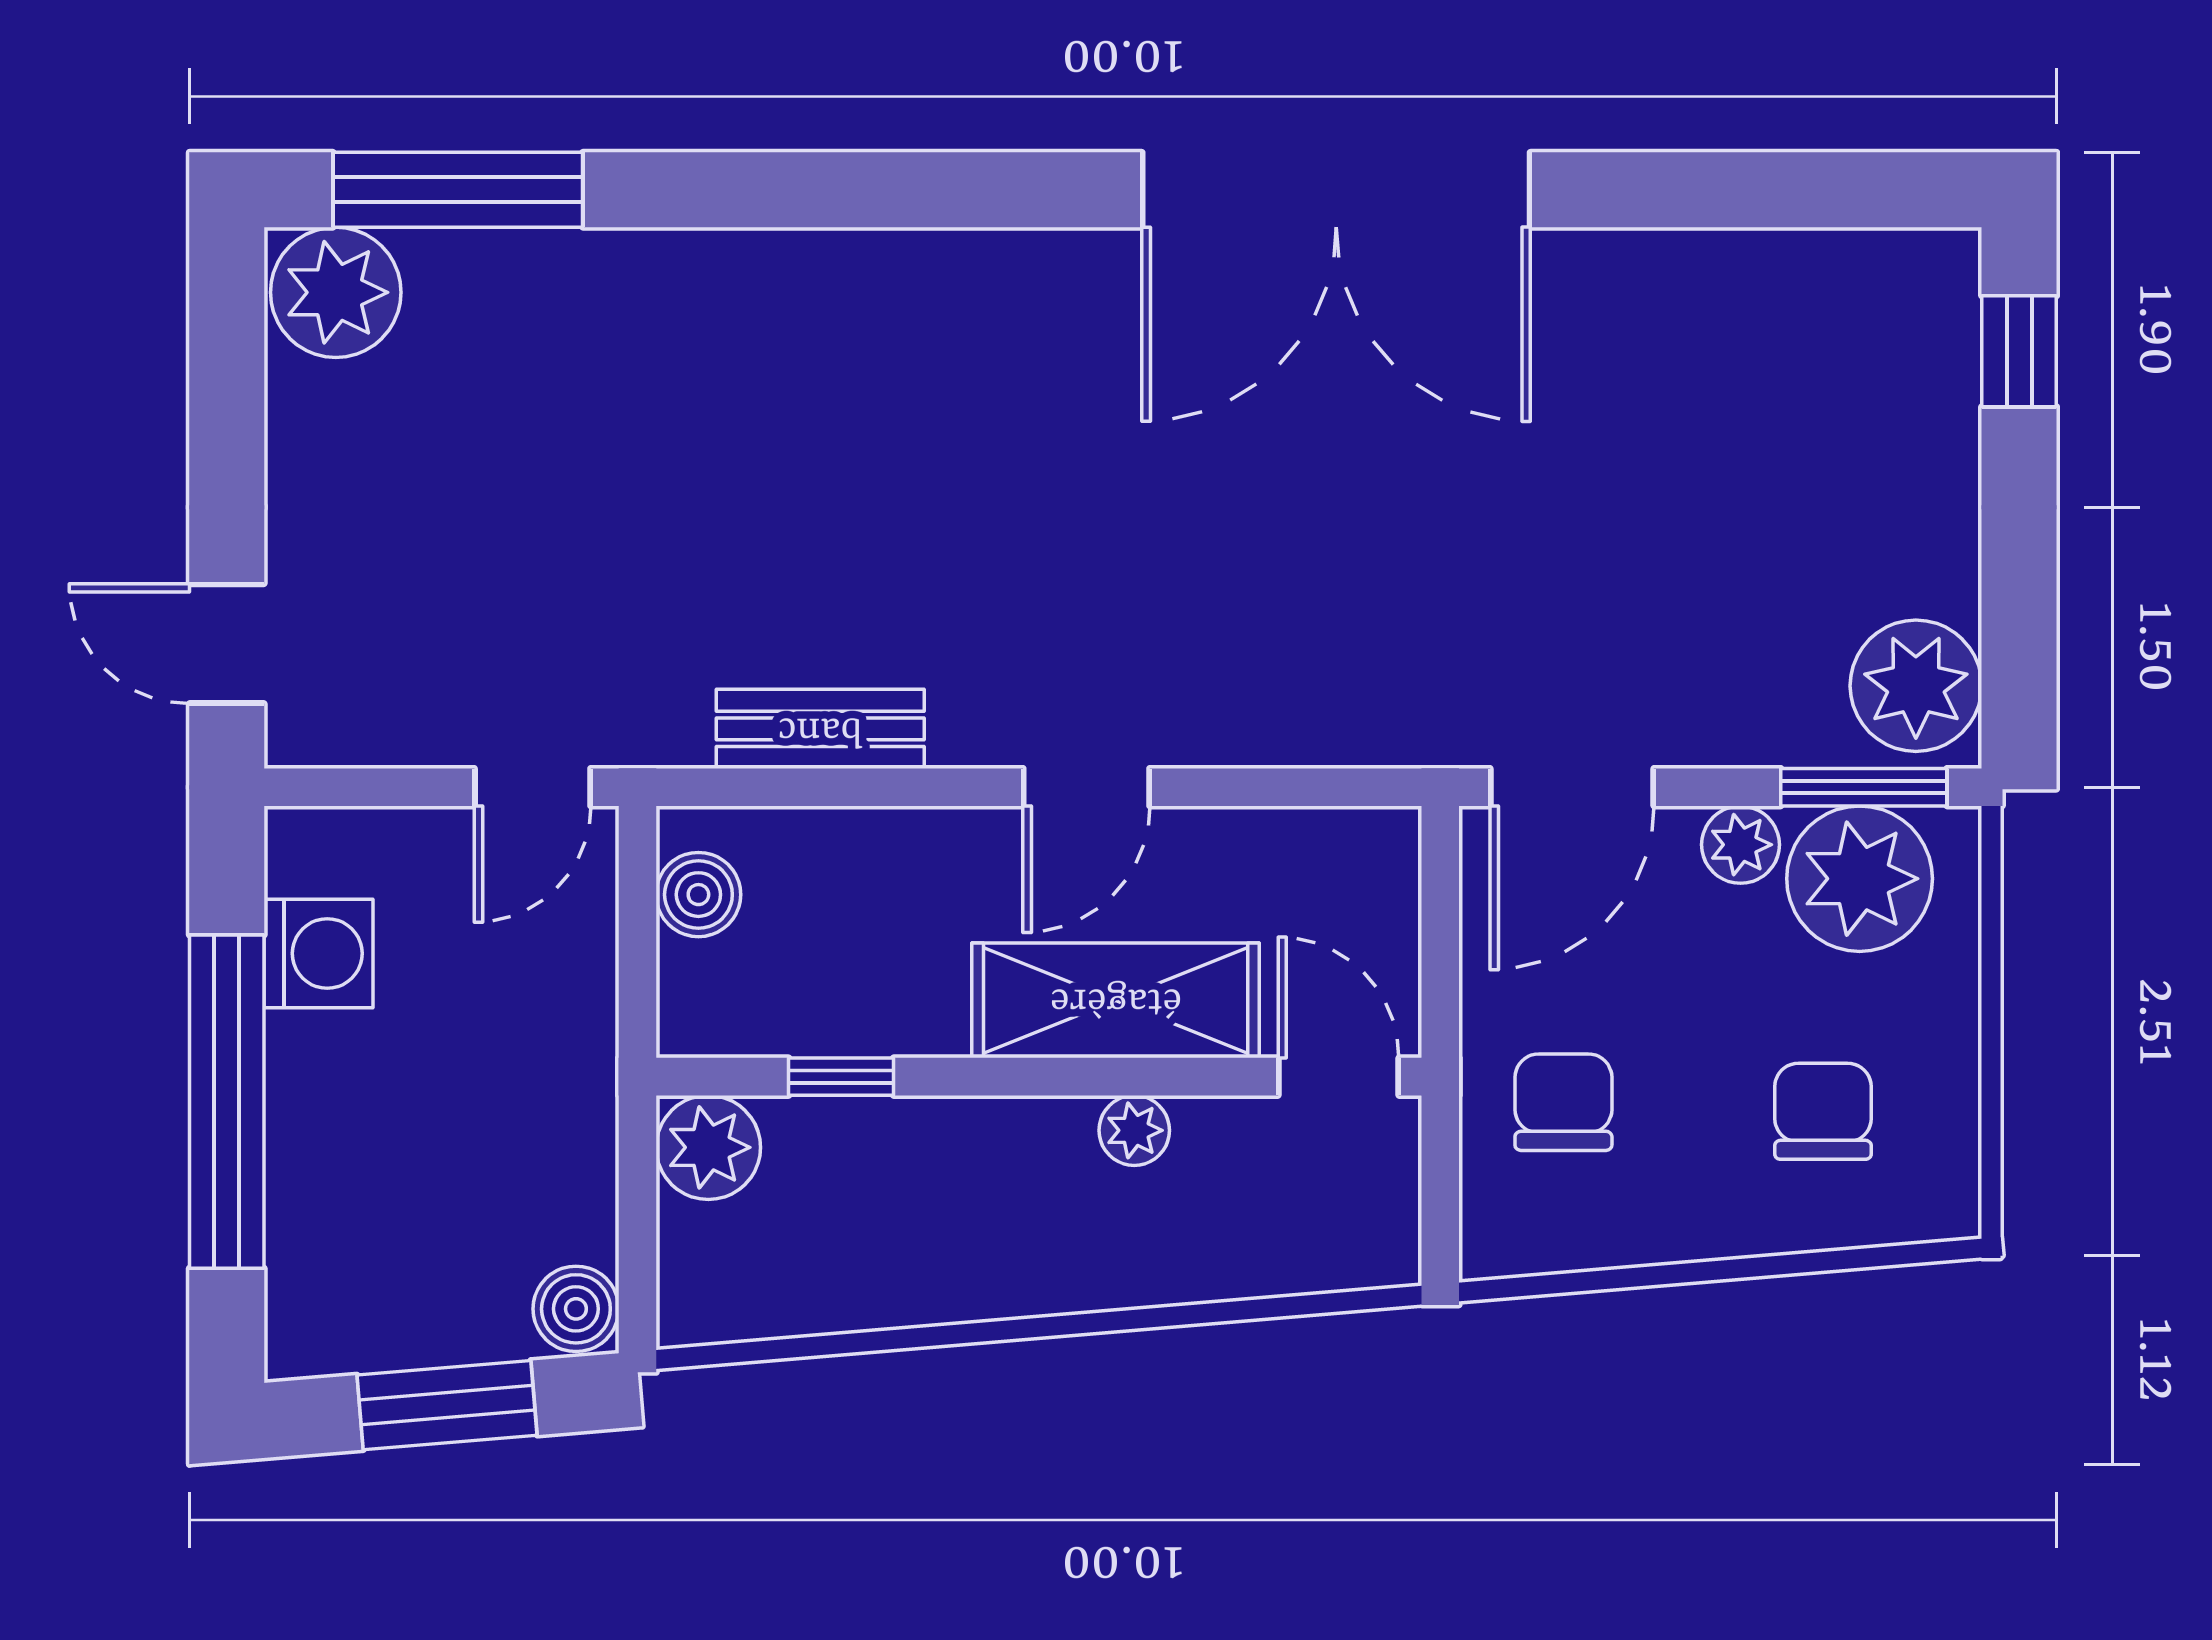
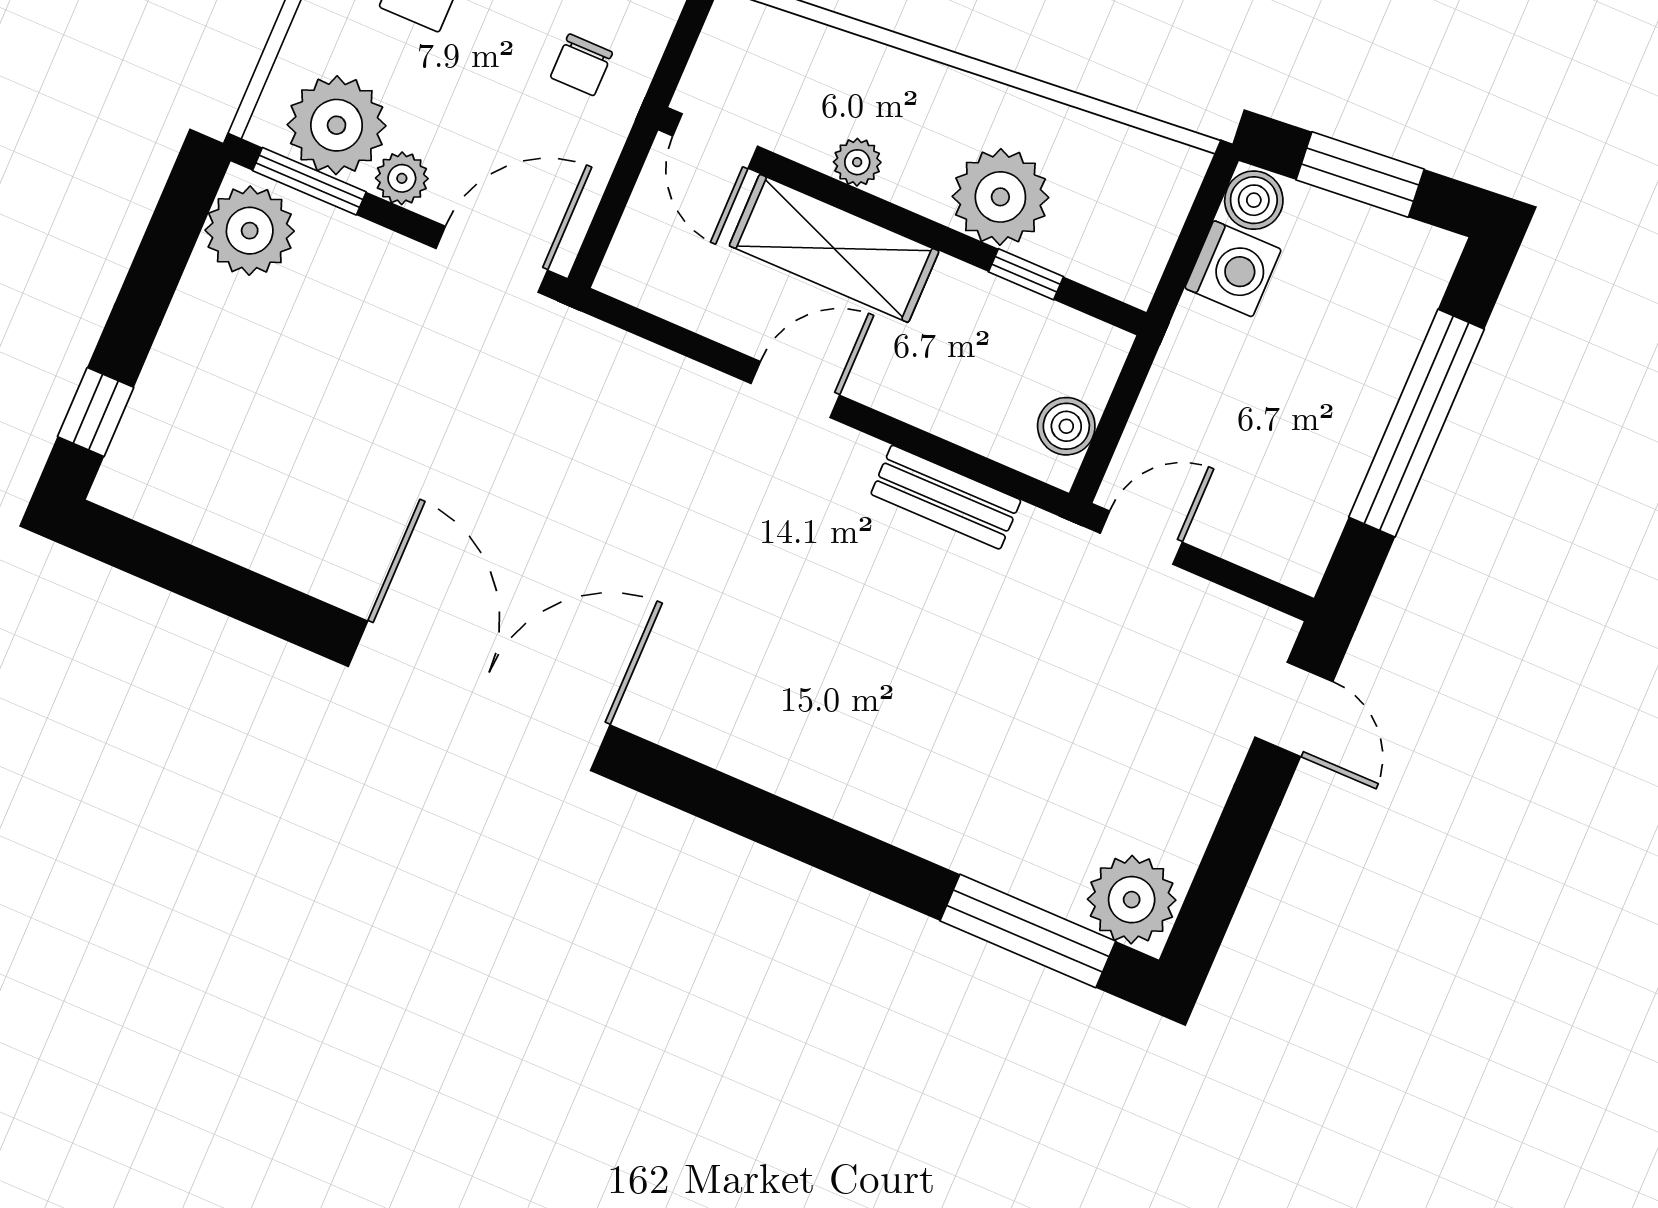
washing machine: (319, 953) -> (1233, 269), moved, turned 180
chair: (1563, 1102) -> (581, 65), width x0.73, depth x0.73
plant: (708, 1147) -> (1000, 197), moved, width x1.36, depth x1.36

